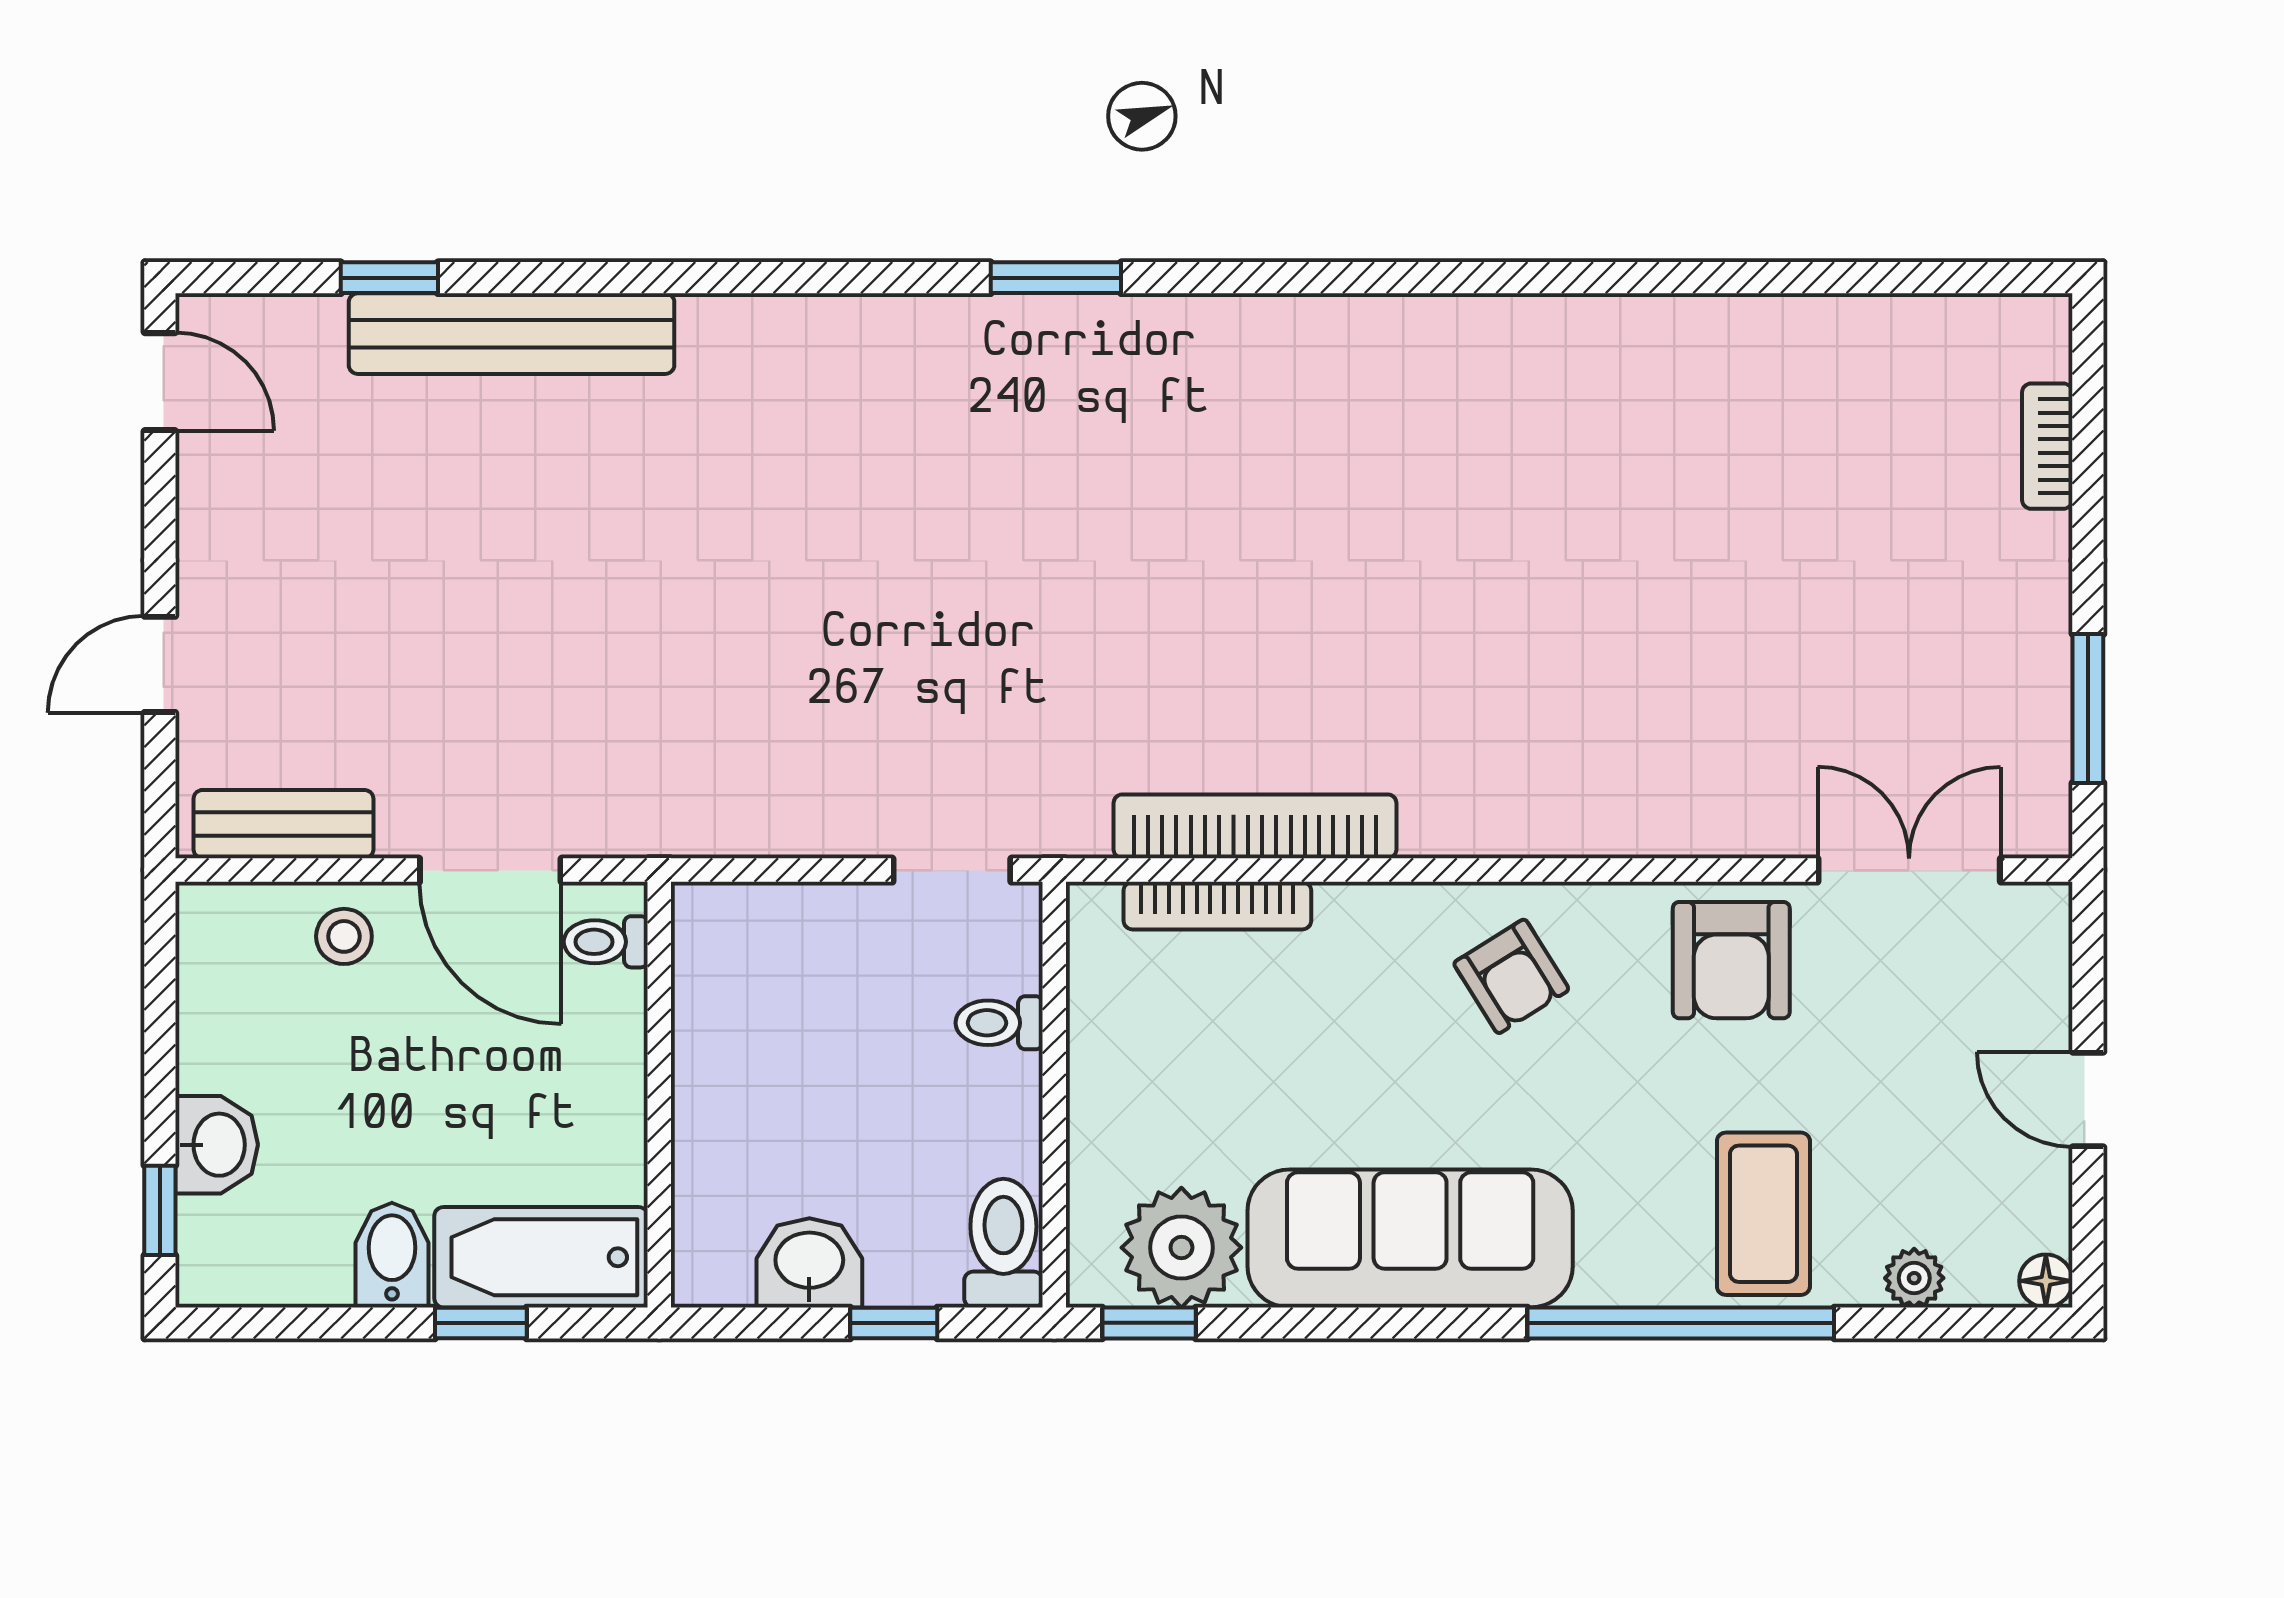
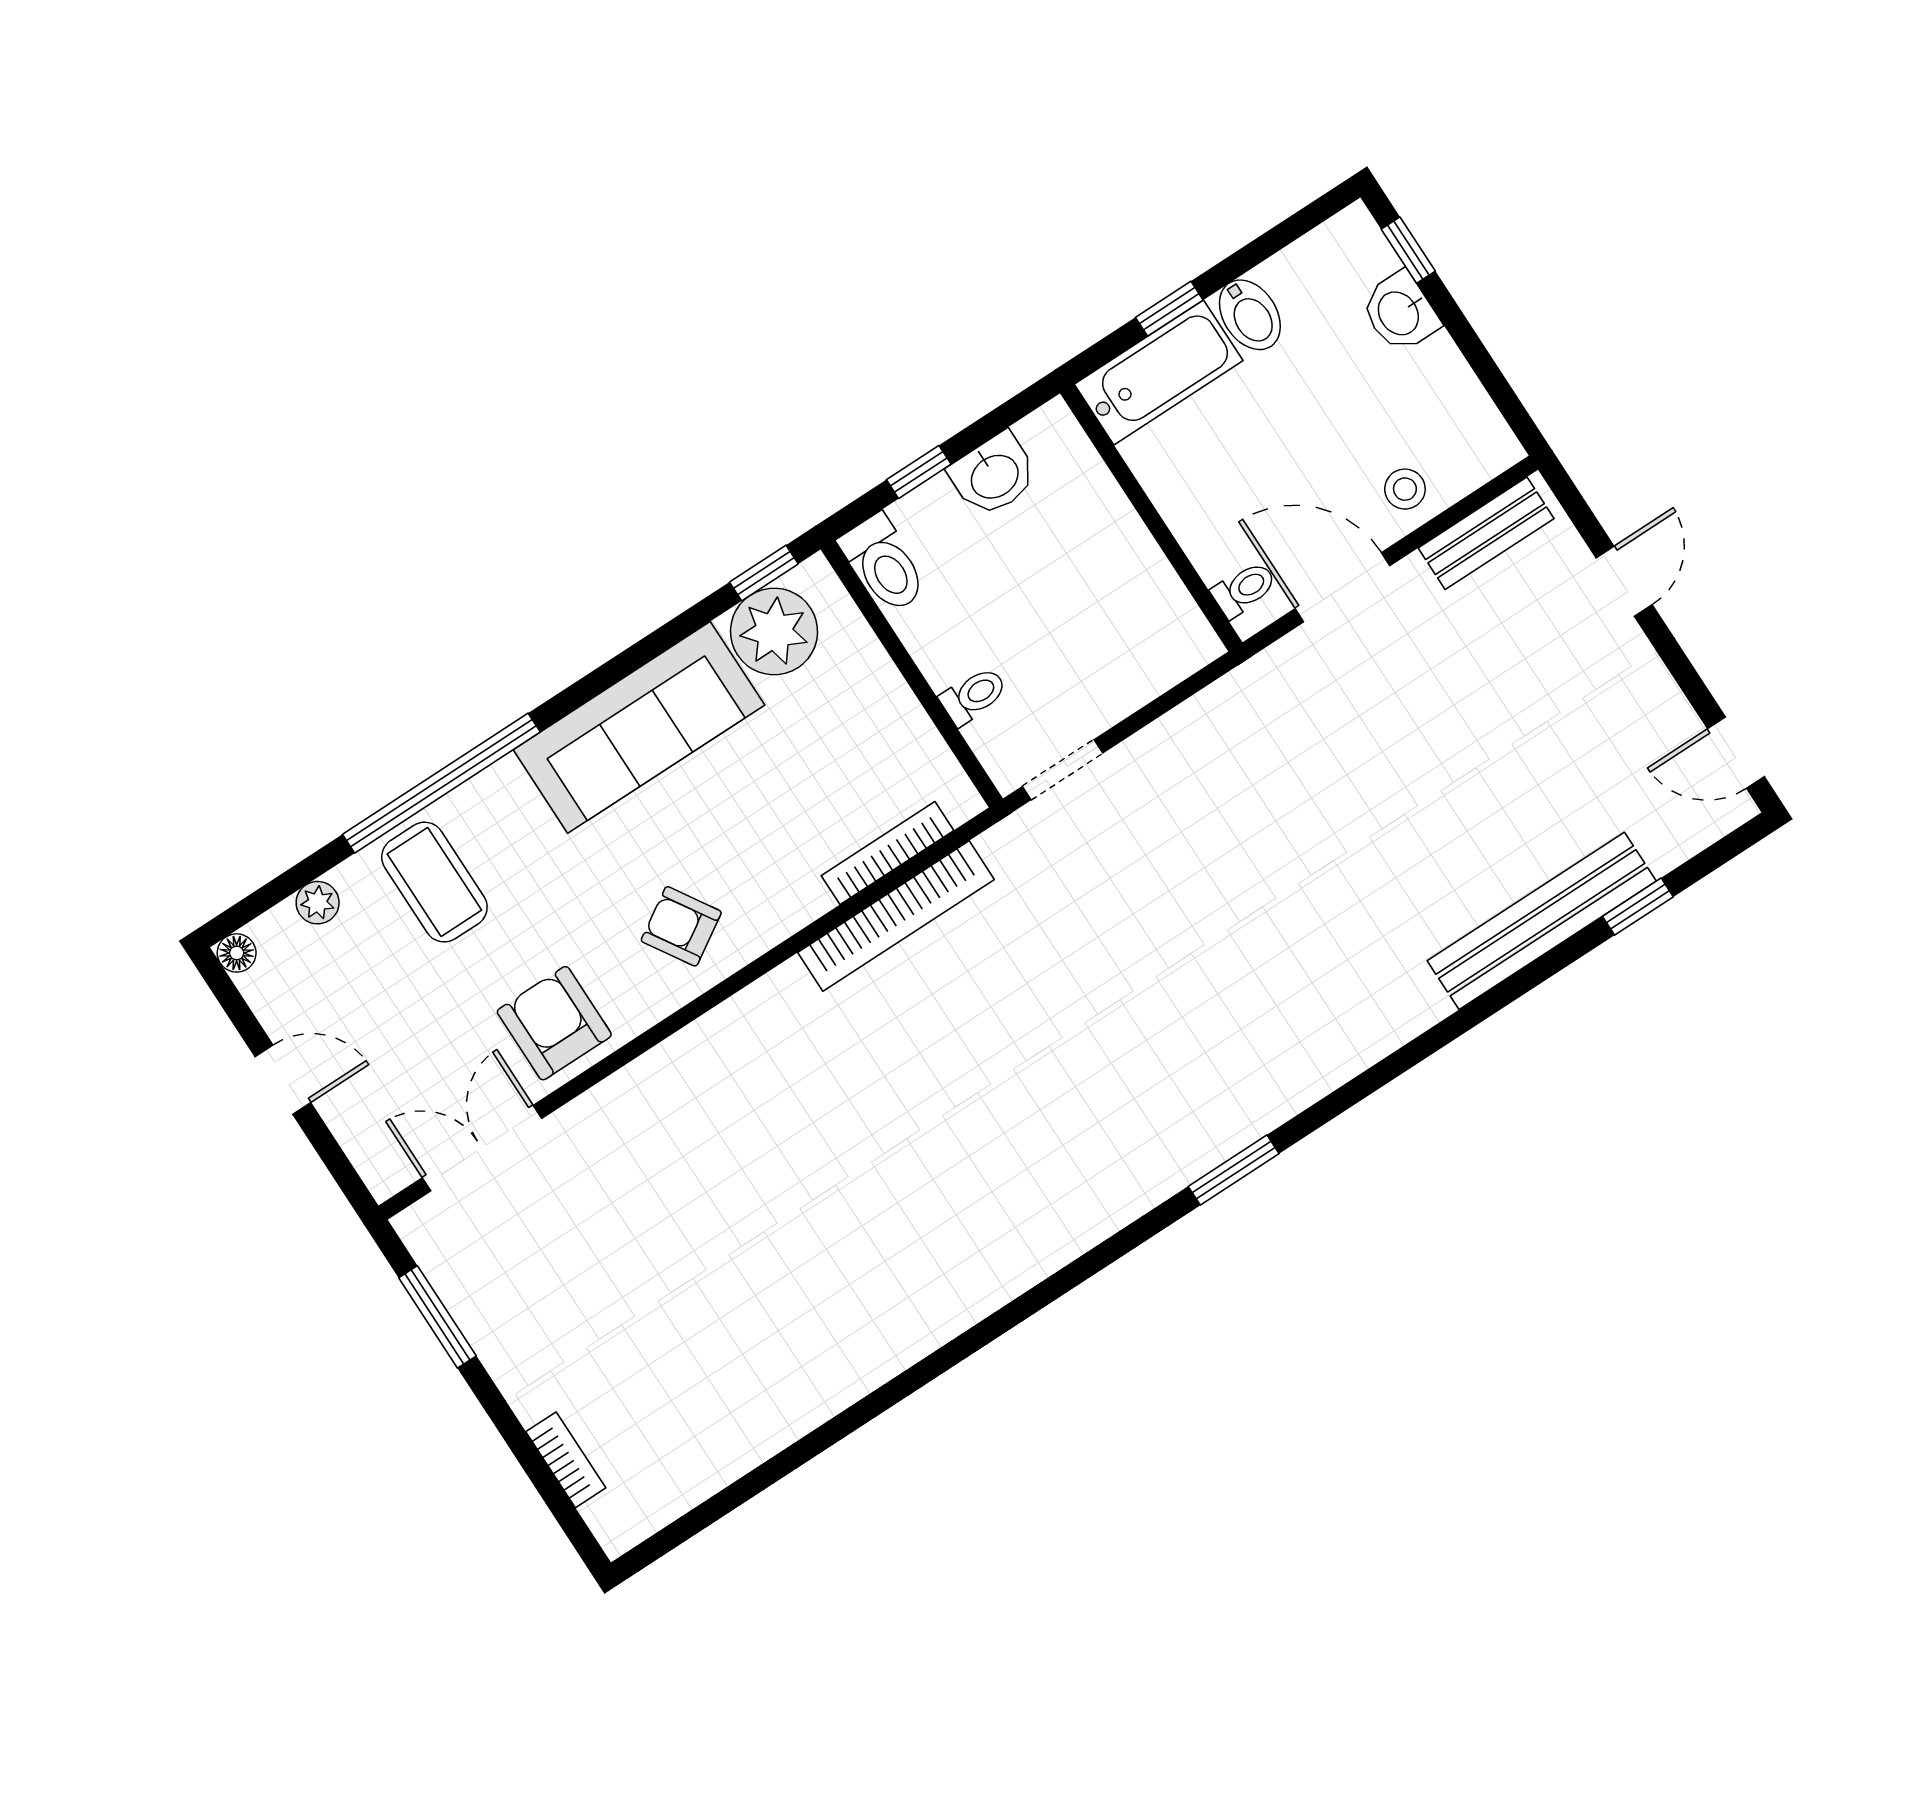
double door: (1909, 870) -> (482, 1148), swing flipped

